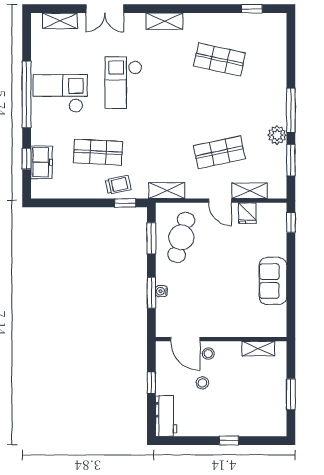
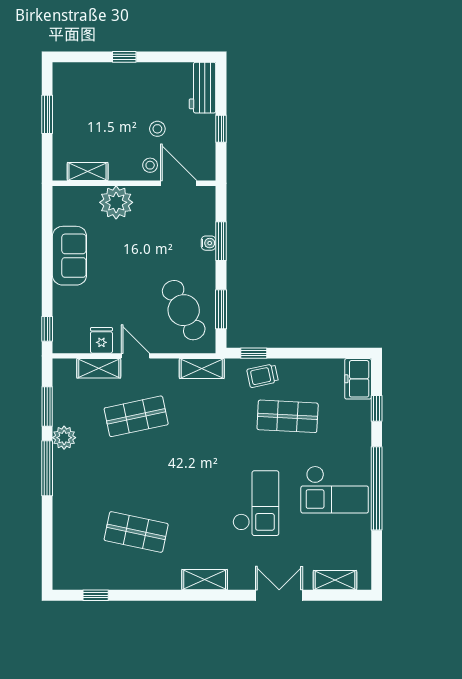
freezer: (41, 162) -> (358, 379), moved
cafe table: (181, 237) -> (184, 310), turned -43
plant: (235, 324) -> (116, 202), added

